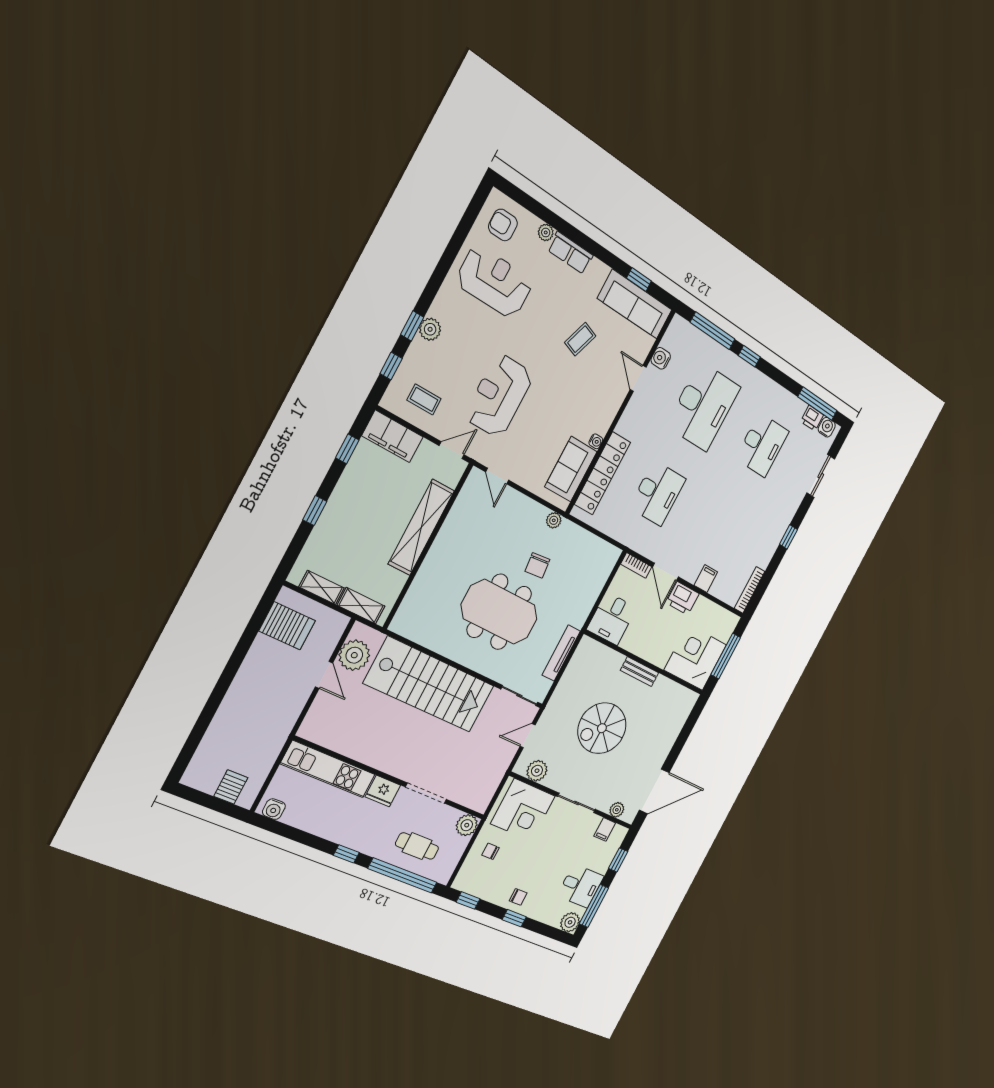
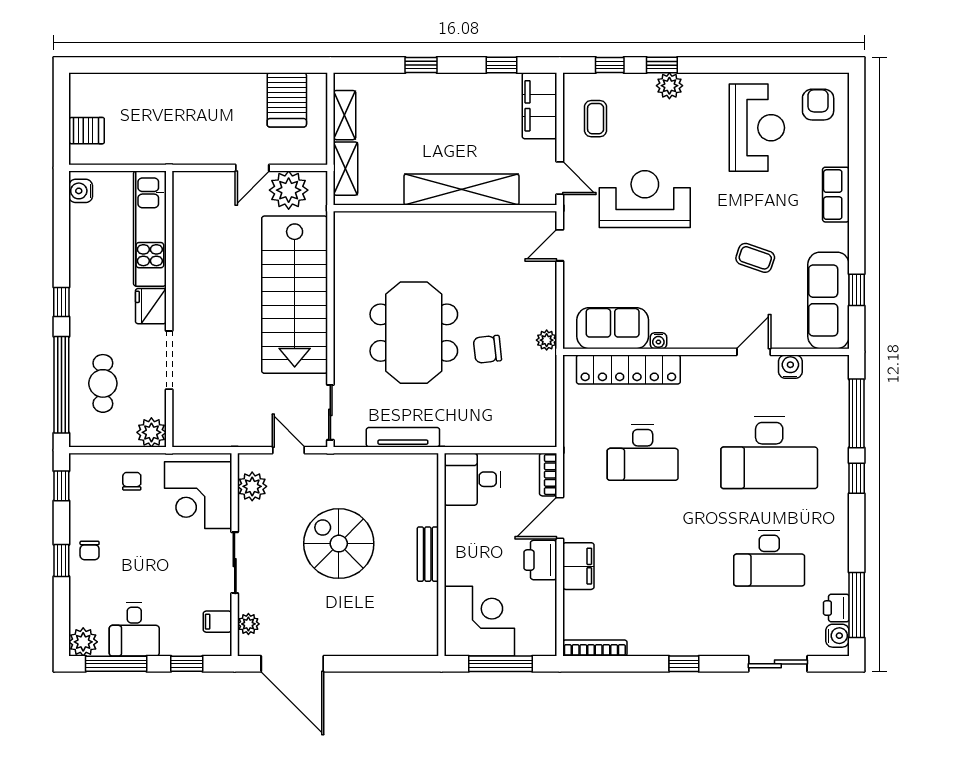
plant: (546, 232) -> (839, 155), removed
filing cabinet: (706, 579) -> (578, 566), width x2.00

